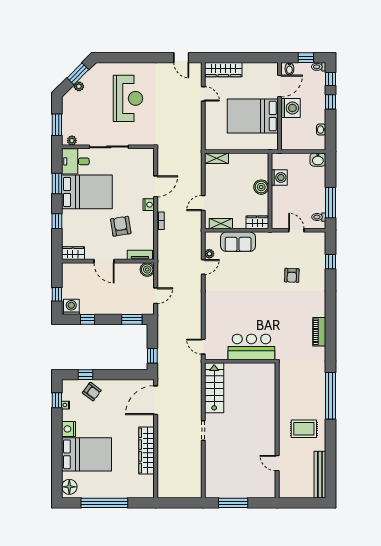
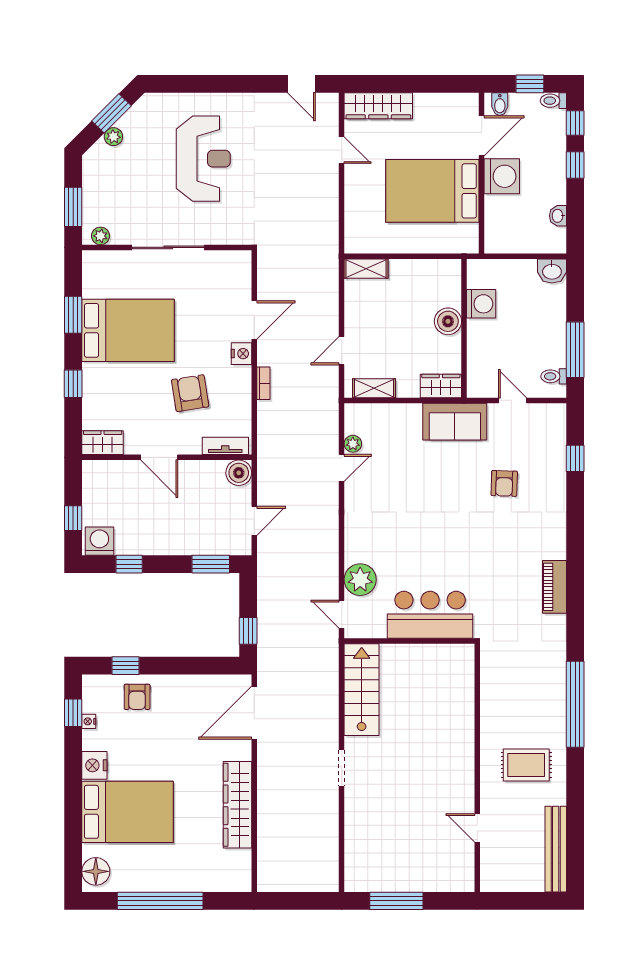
desk: (75, 161) -> (107, 274), removed
sofa: (238, 242) -> (455, 422), moved
plant: (213, 328) -> (360, 580), added
armchair: (92, 392) -> (137, 697), turned 53

